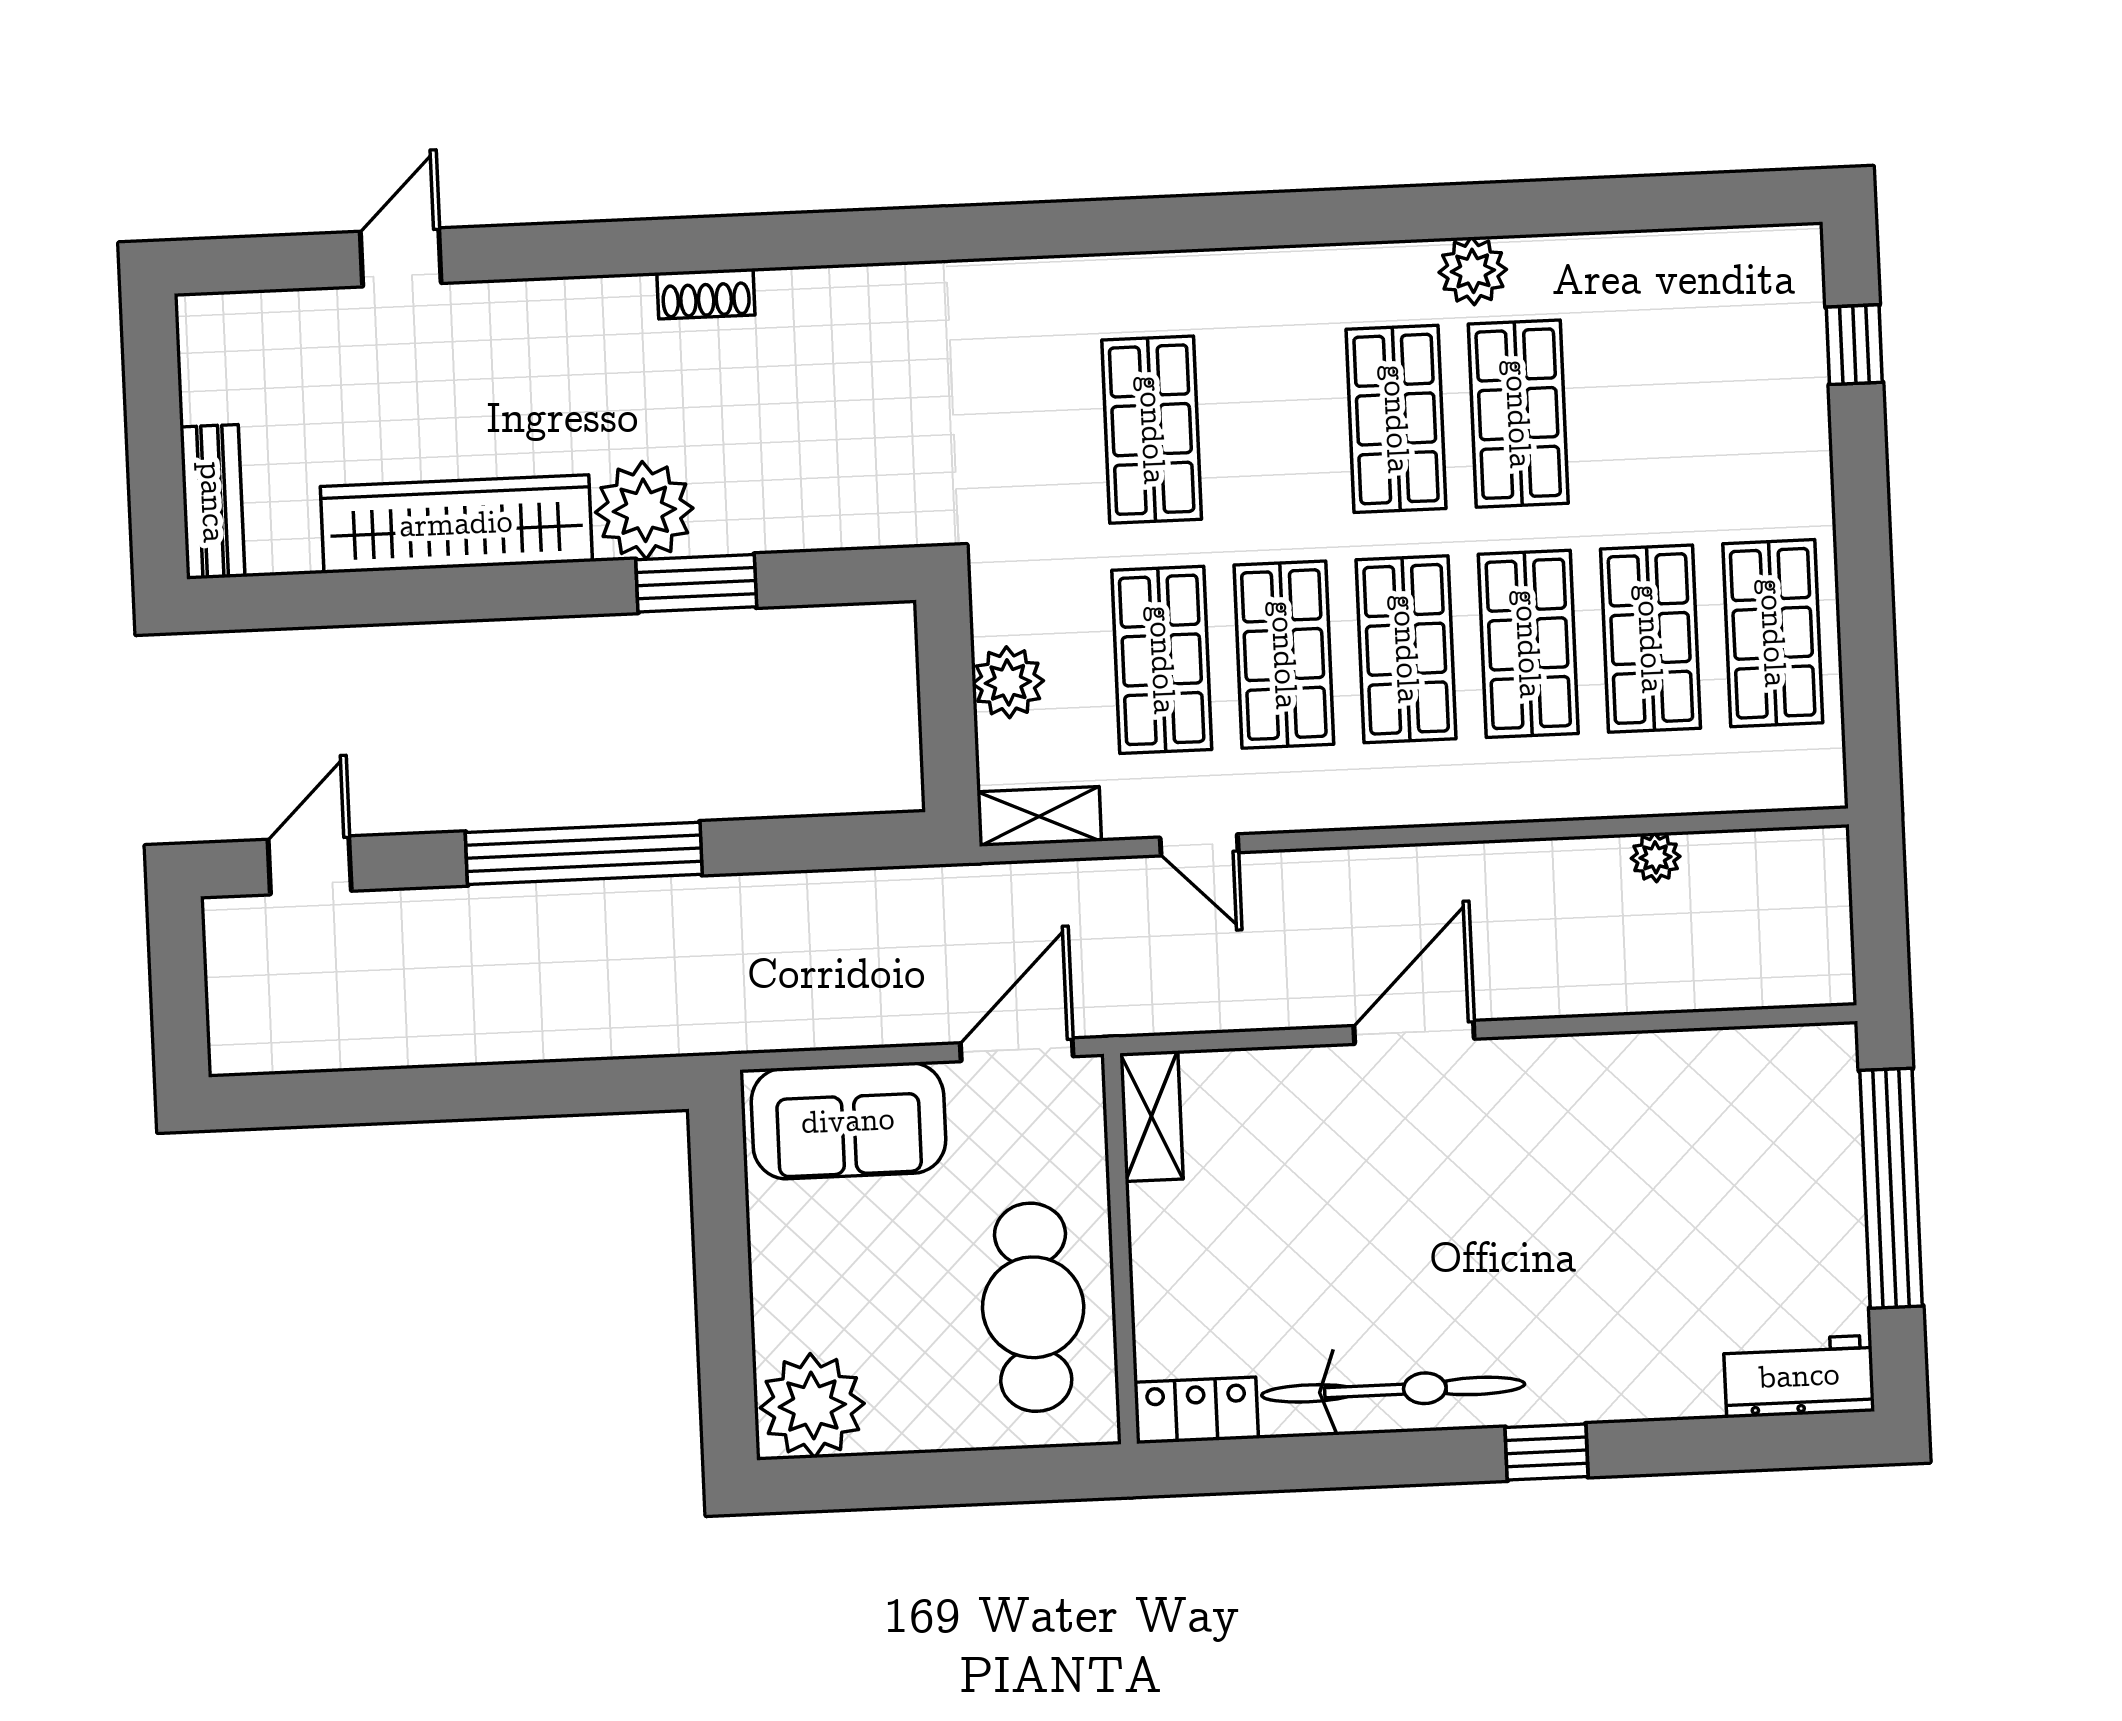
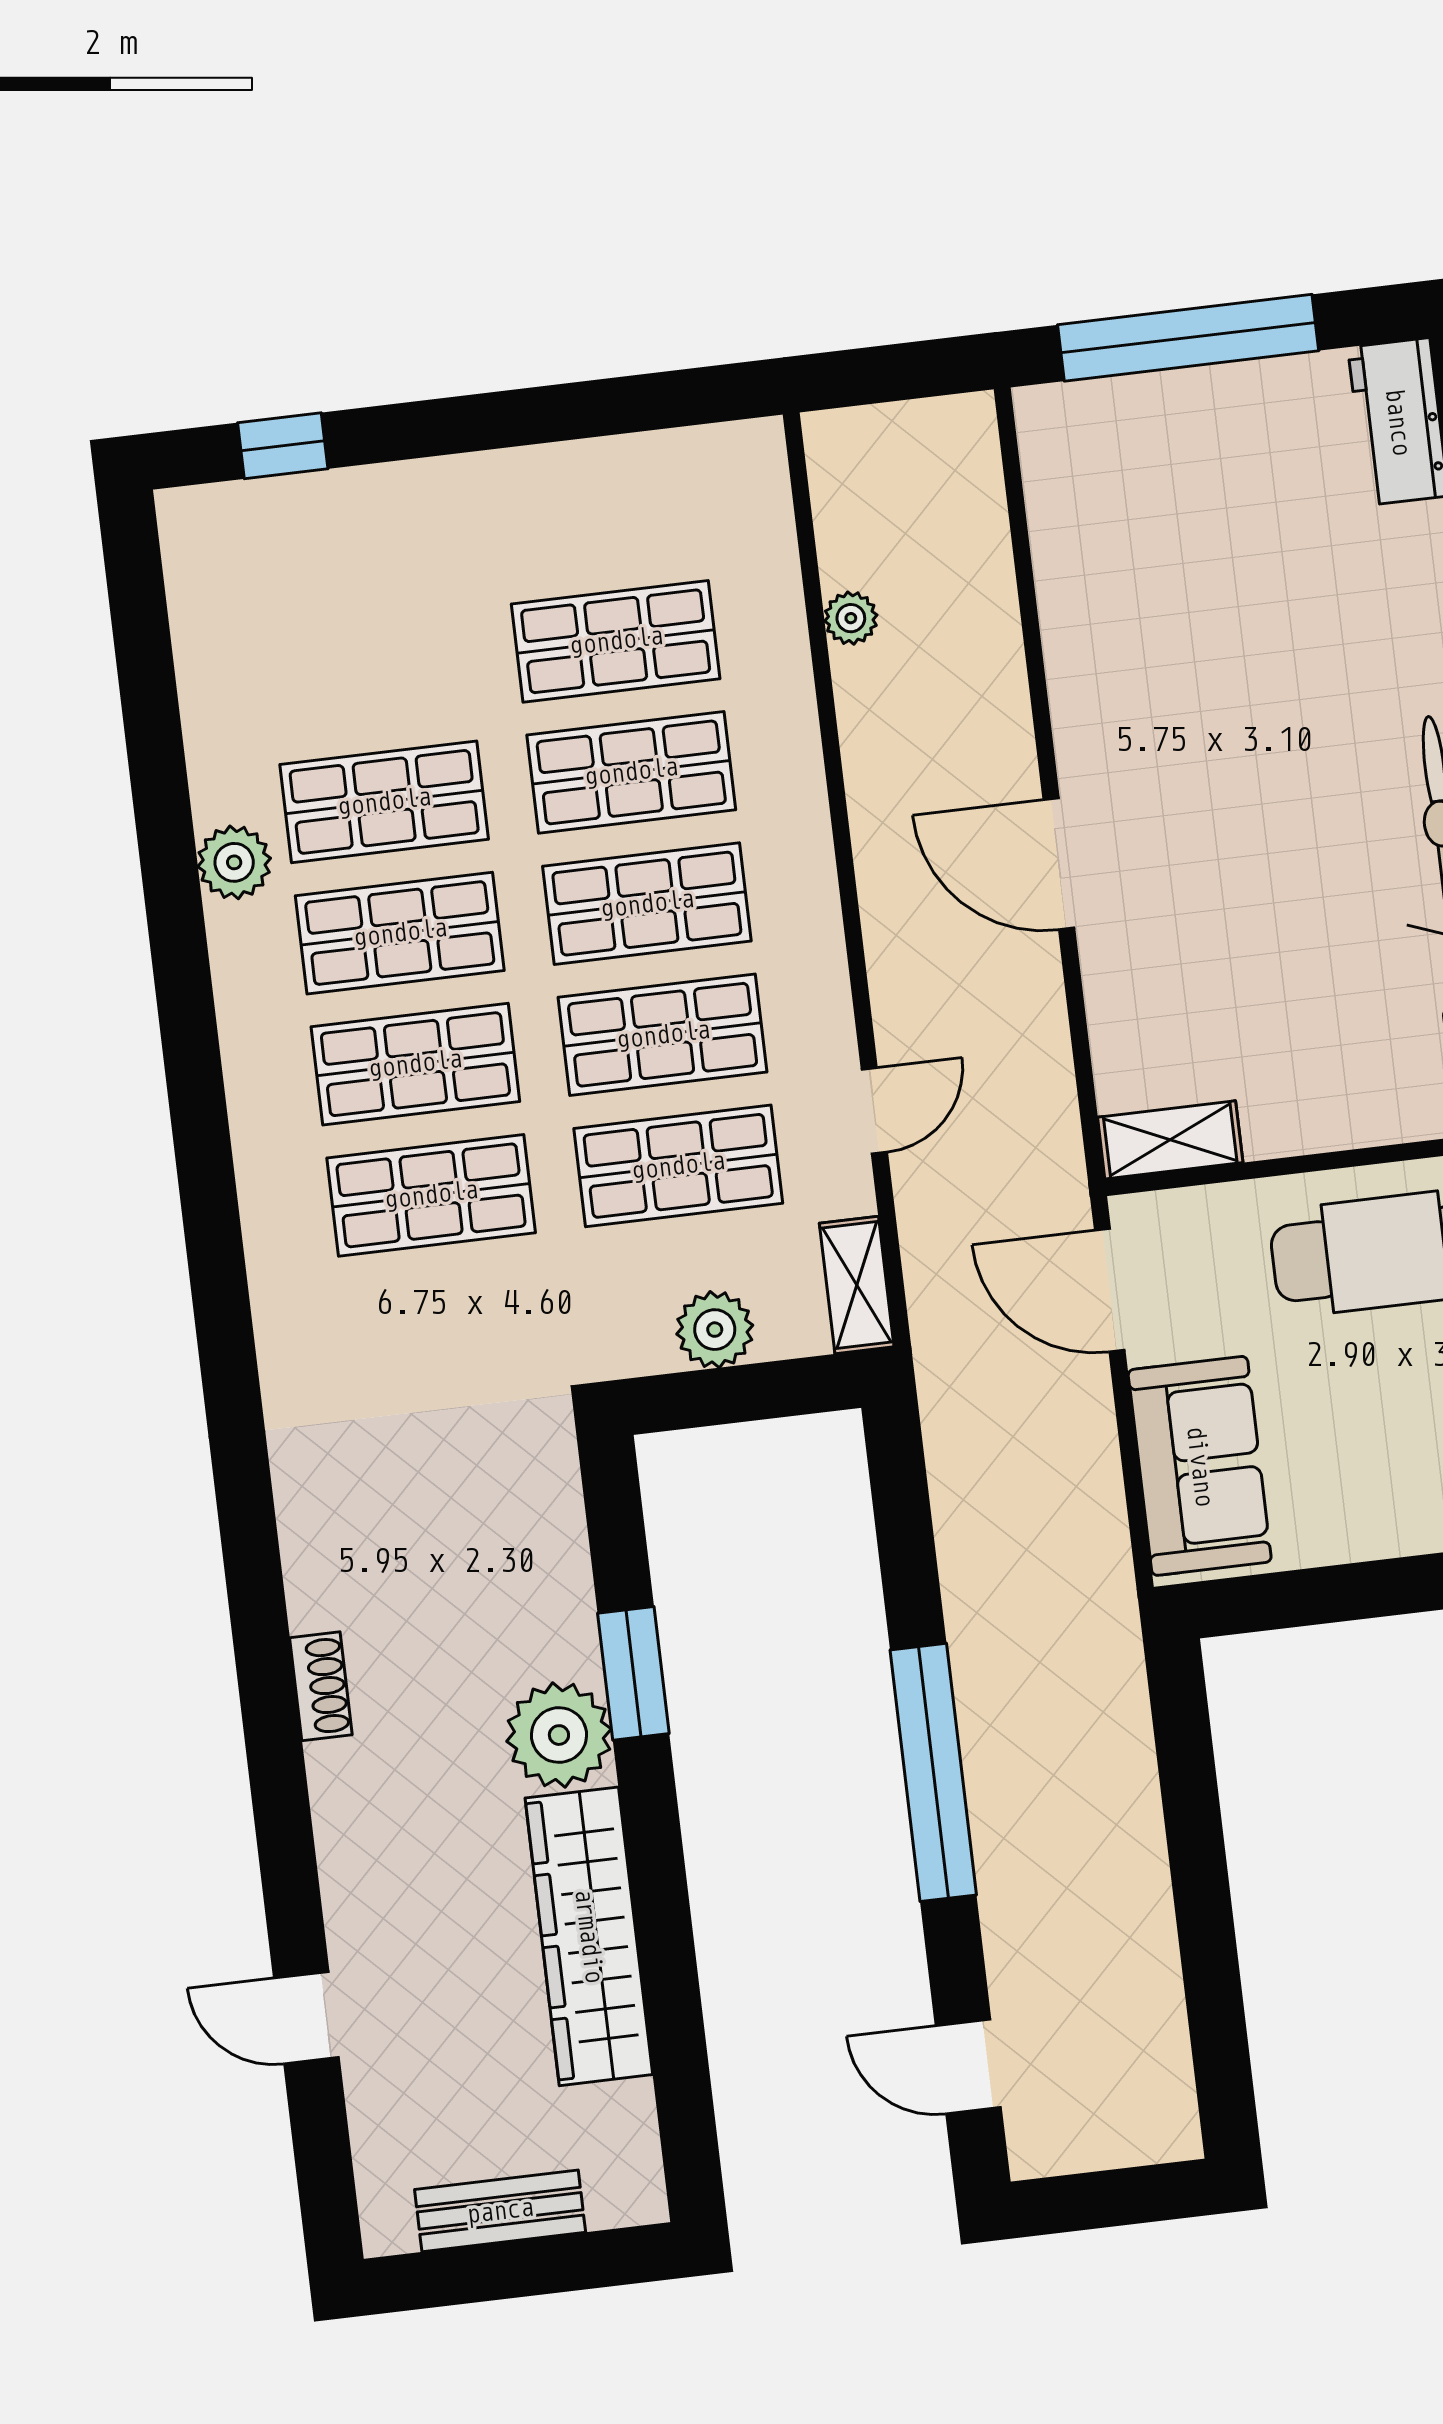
bench: (212, 502) -> (500, 2211), moved
shop shelf: (1773, 633) -> (415, 1064), moved

